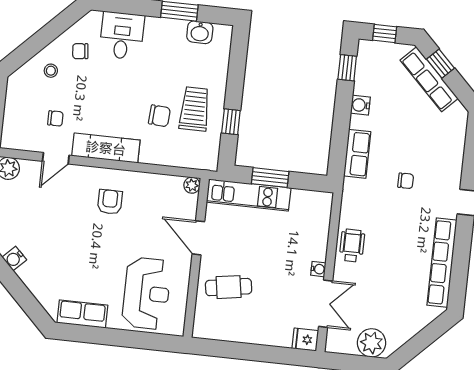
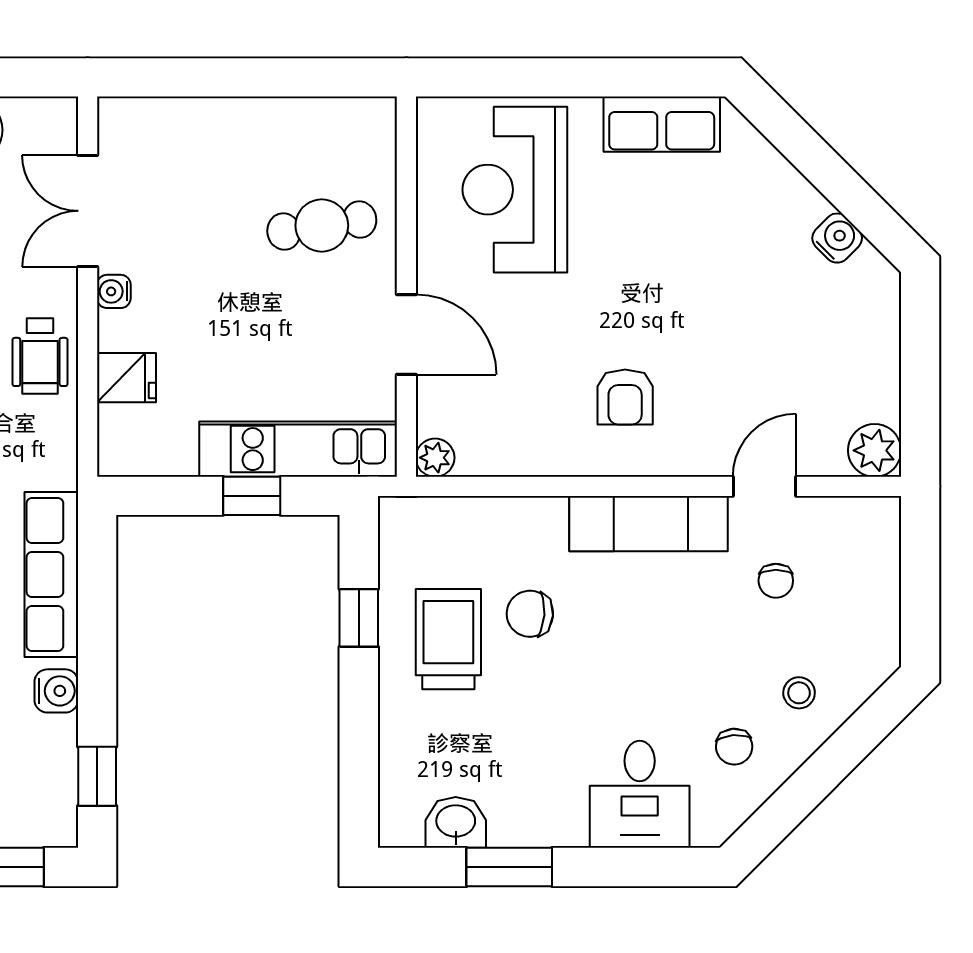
chair: (80, 51) -> (734, 747), turned 91
trolley: (195, 109) -> (448, 639), turned 180
chair: (55, 118) -> (776, 581), turned -90
row of seats: (357, 154) -> (51, 574), width x1.48
window: (270, 178) -> (252, 496), width x0.67
fridge: (305, 340) -> (126, 378), moved

